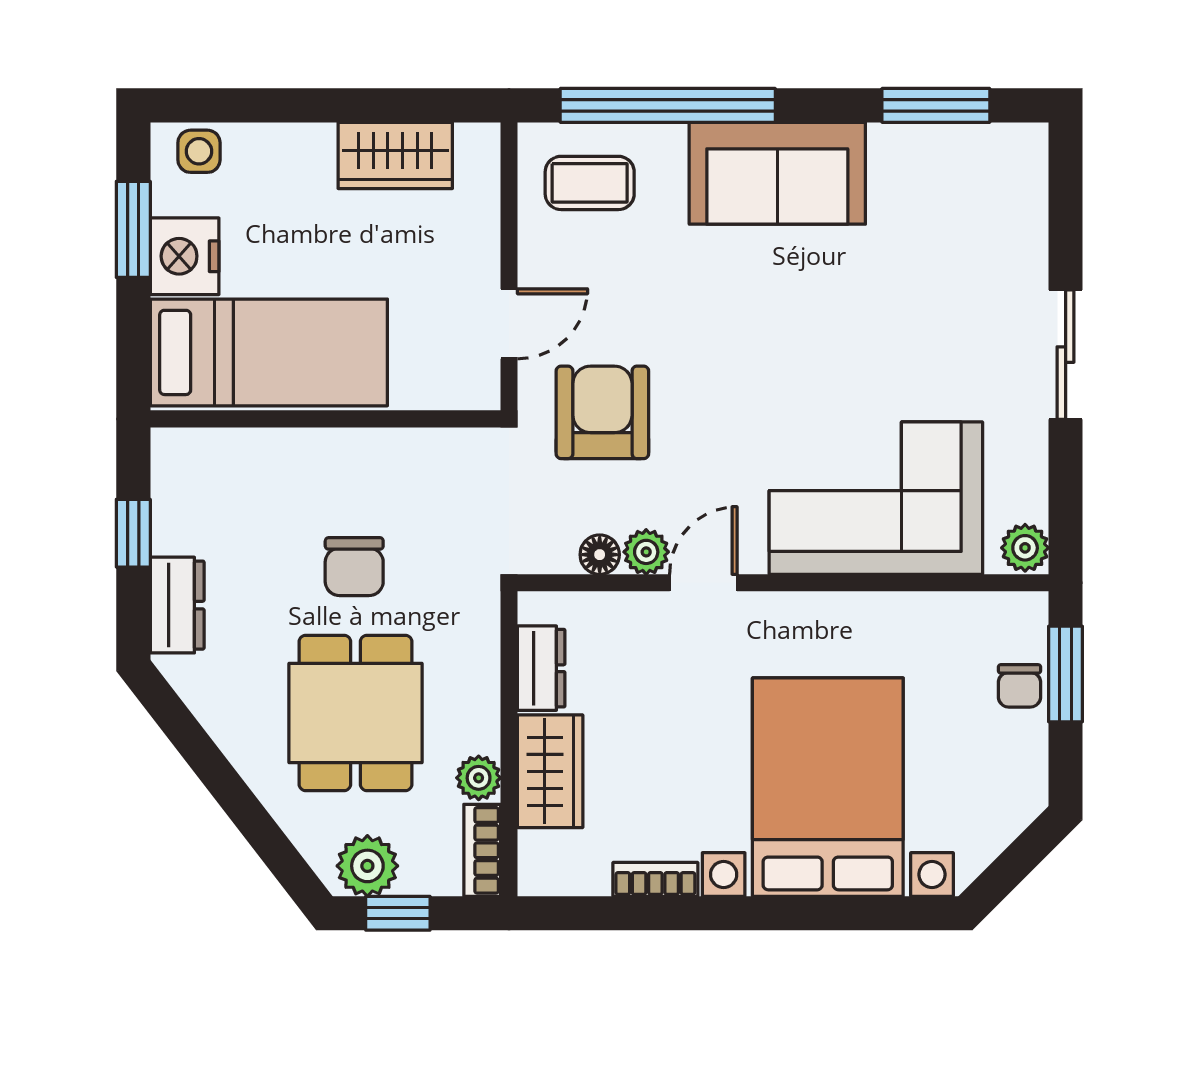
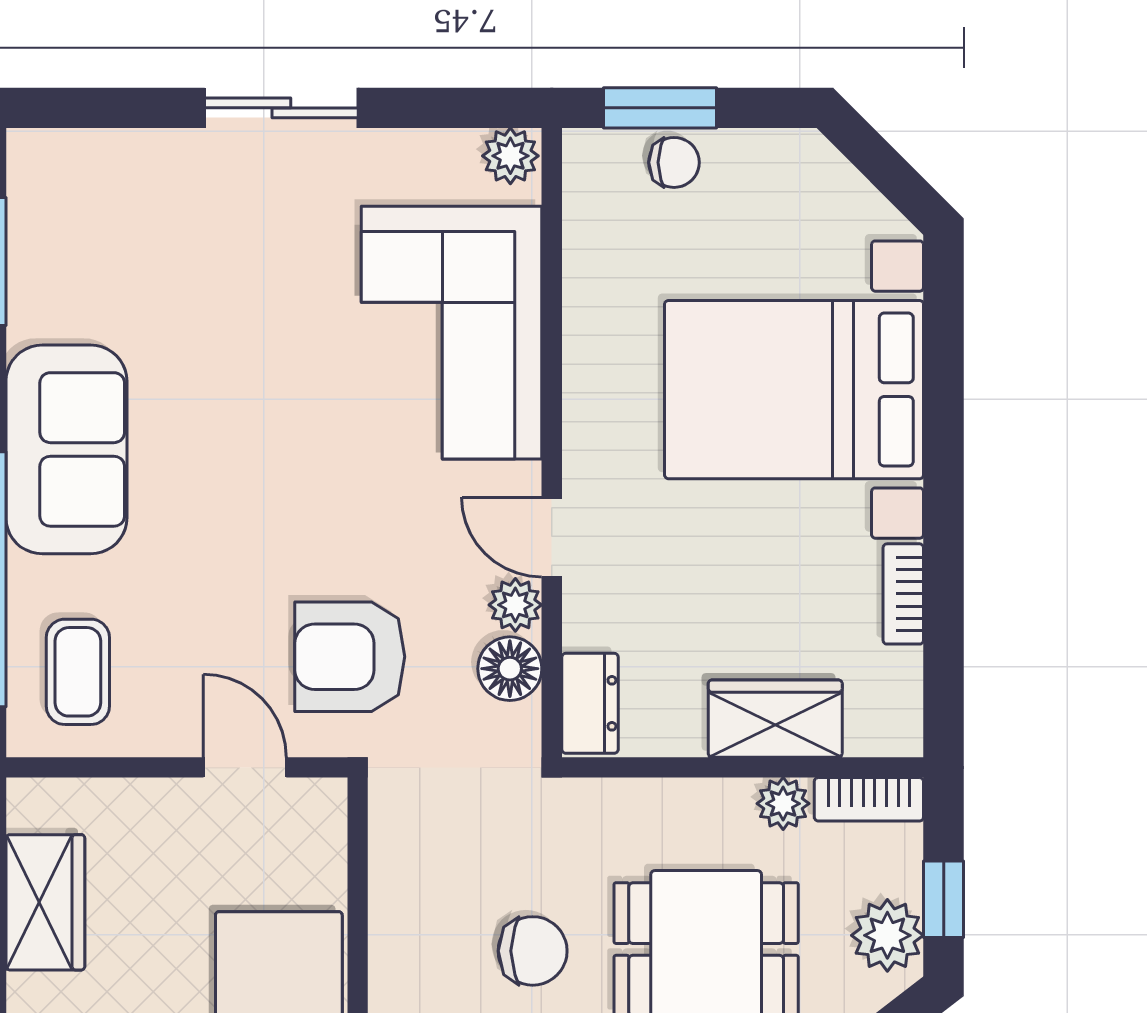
floor lamp: (600, 555) -> (510, 669), width x1.37, depth x1.37
dresser: (541, 668) -> (590, 703), moved, turned 90

